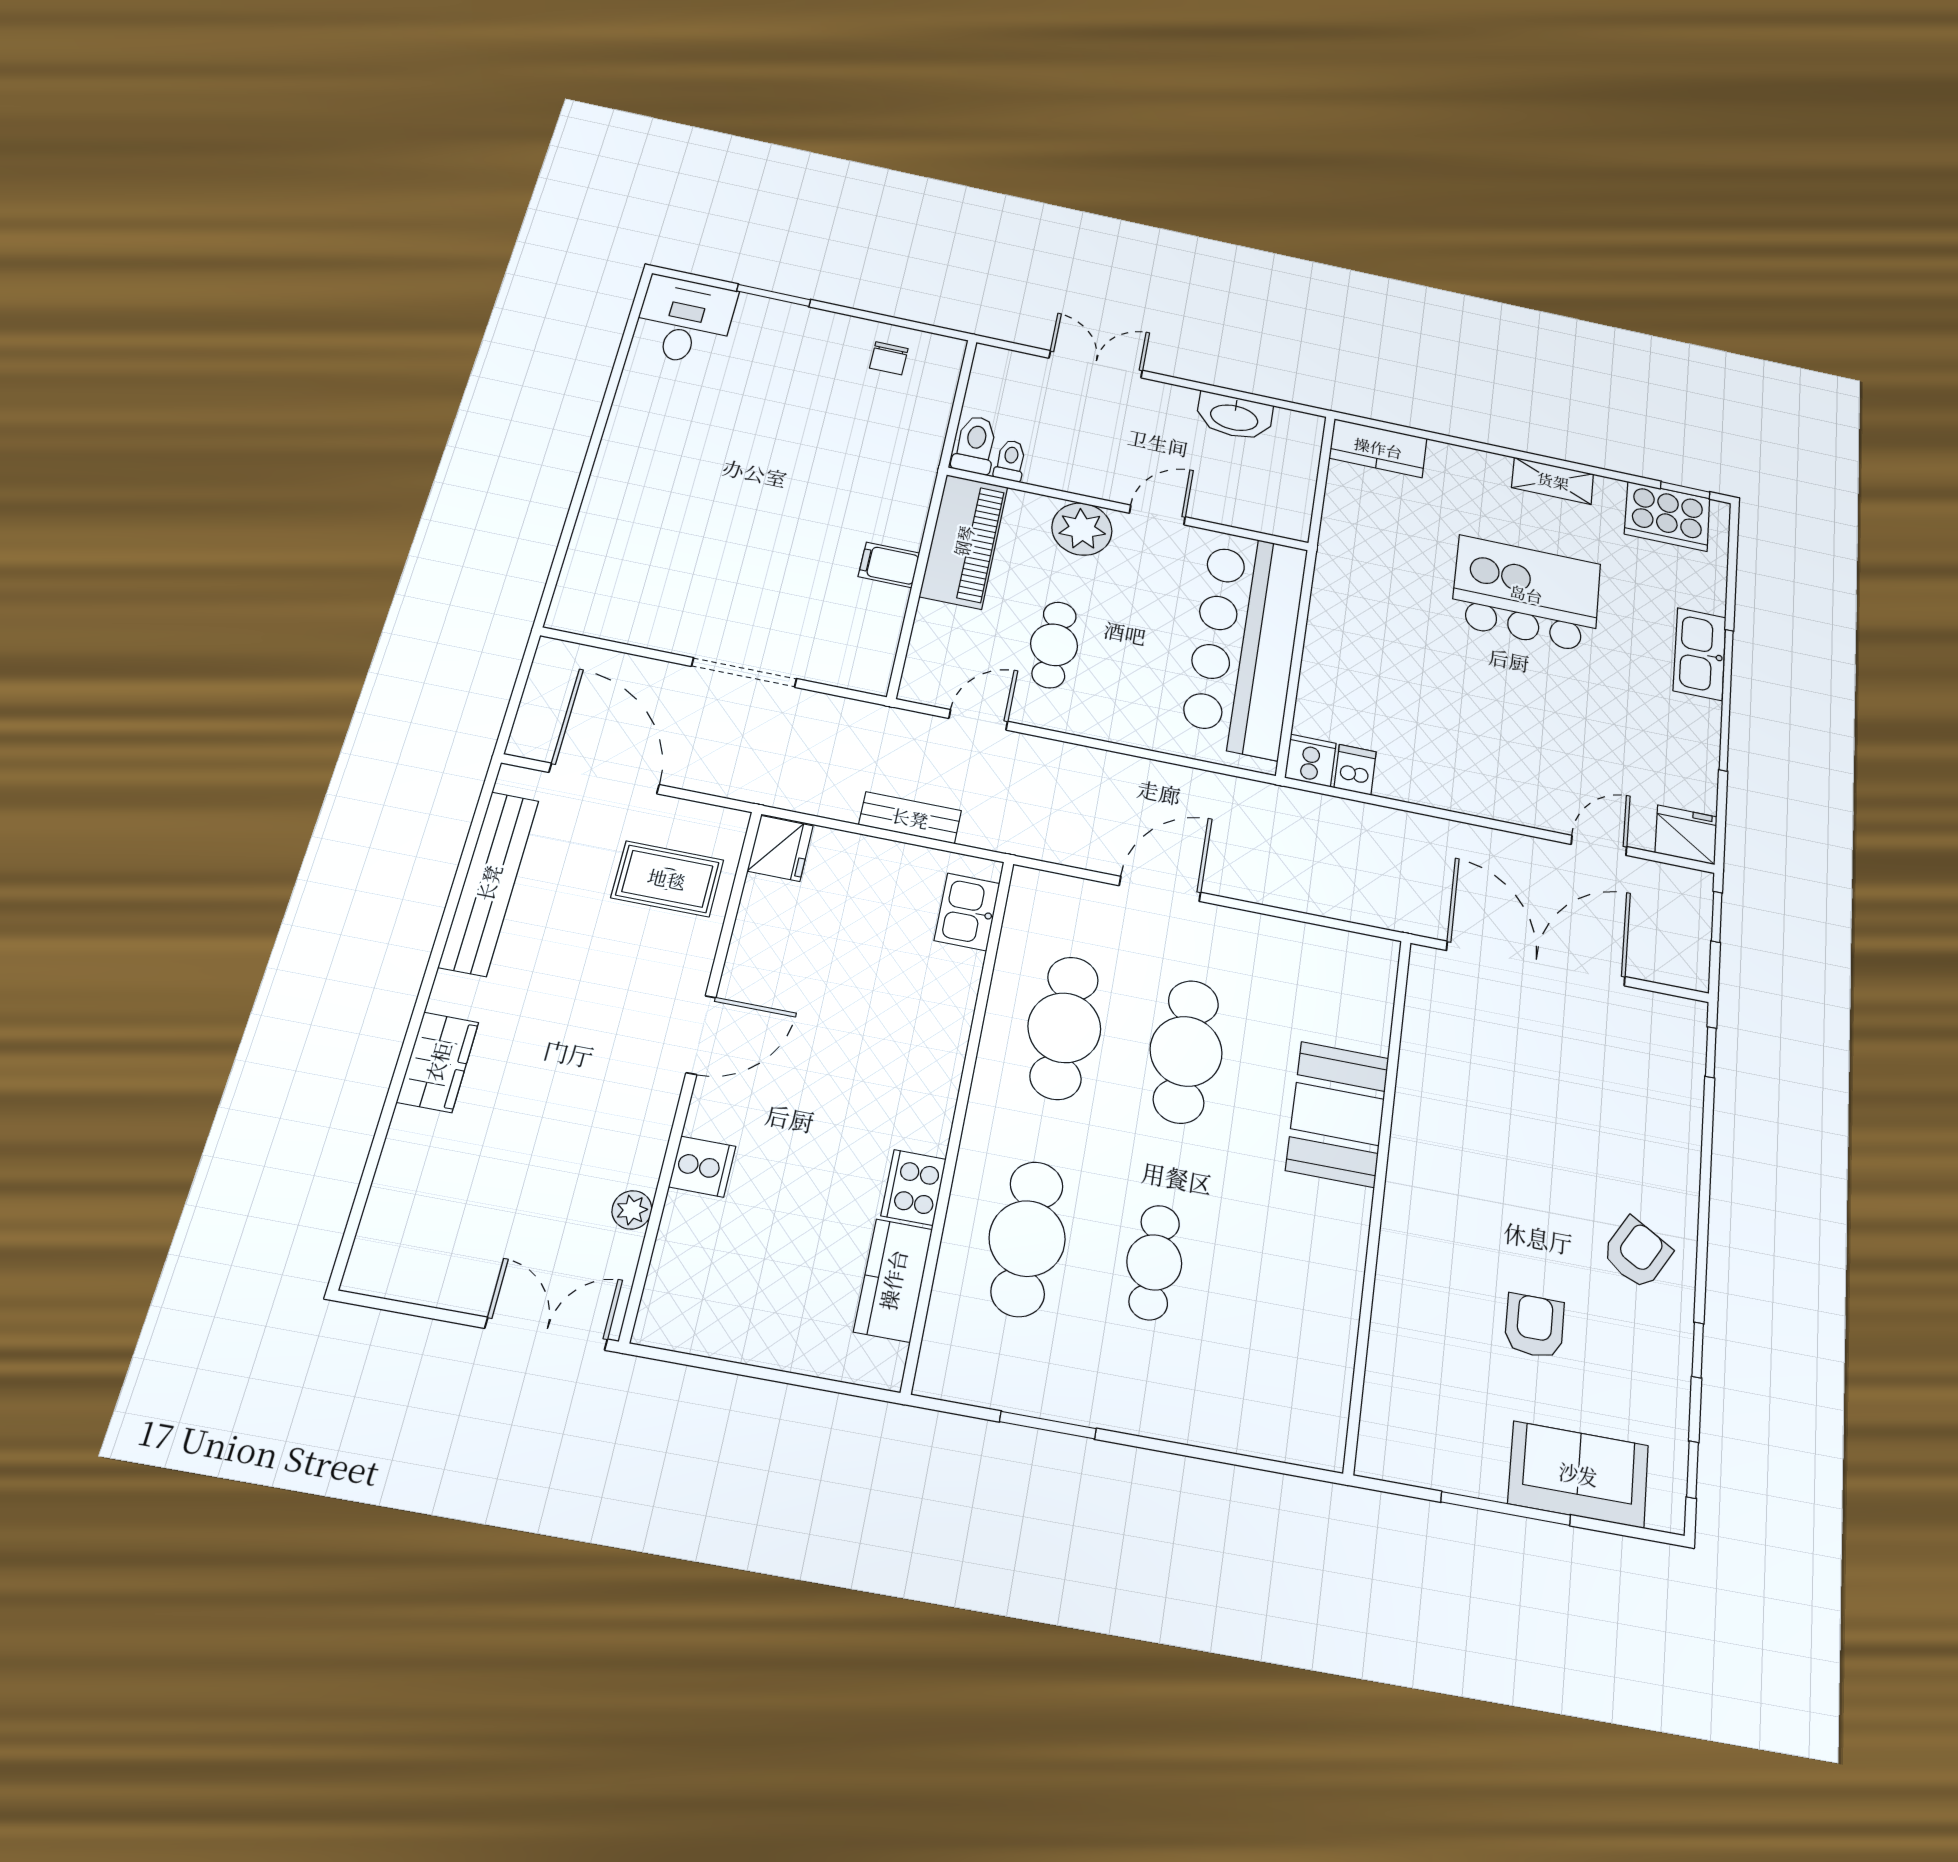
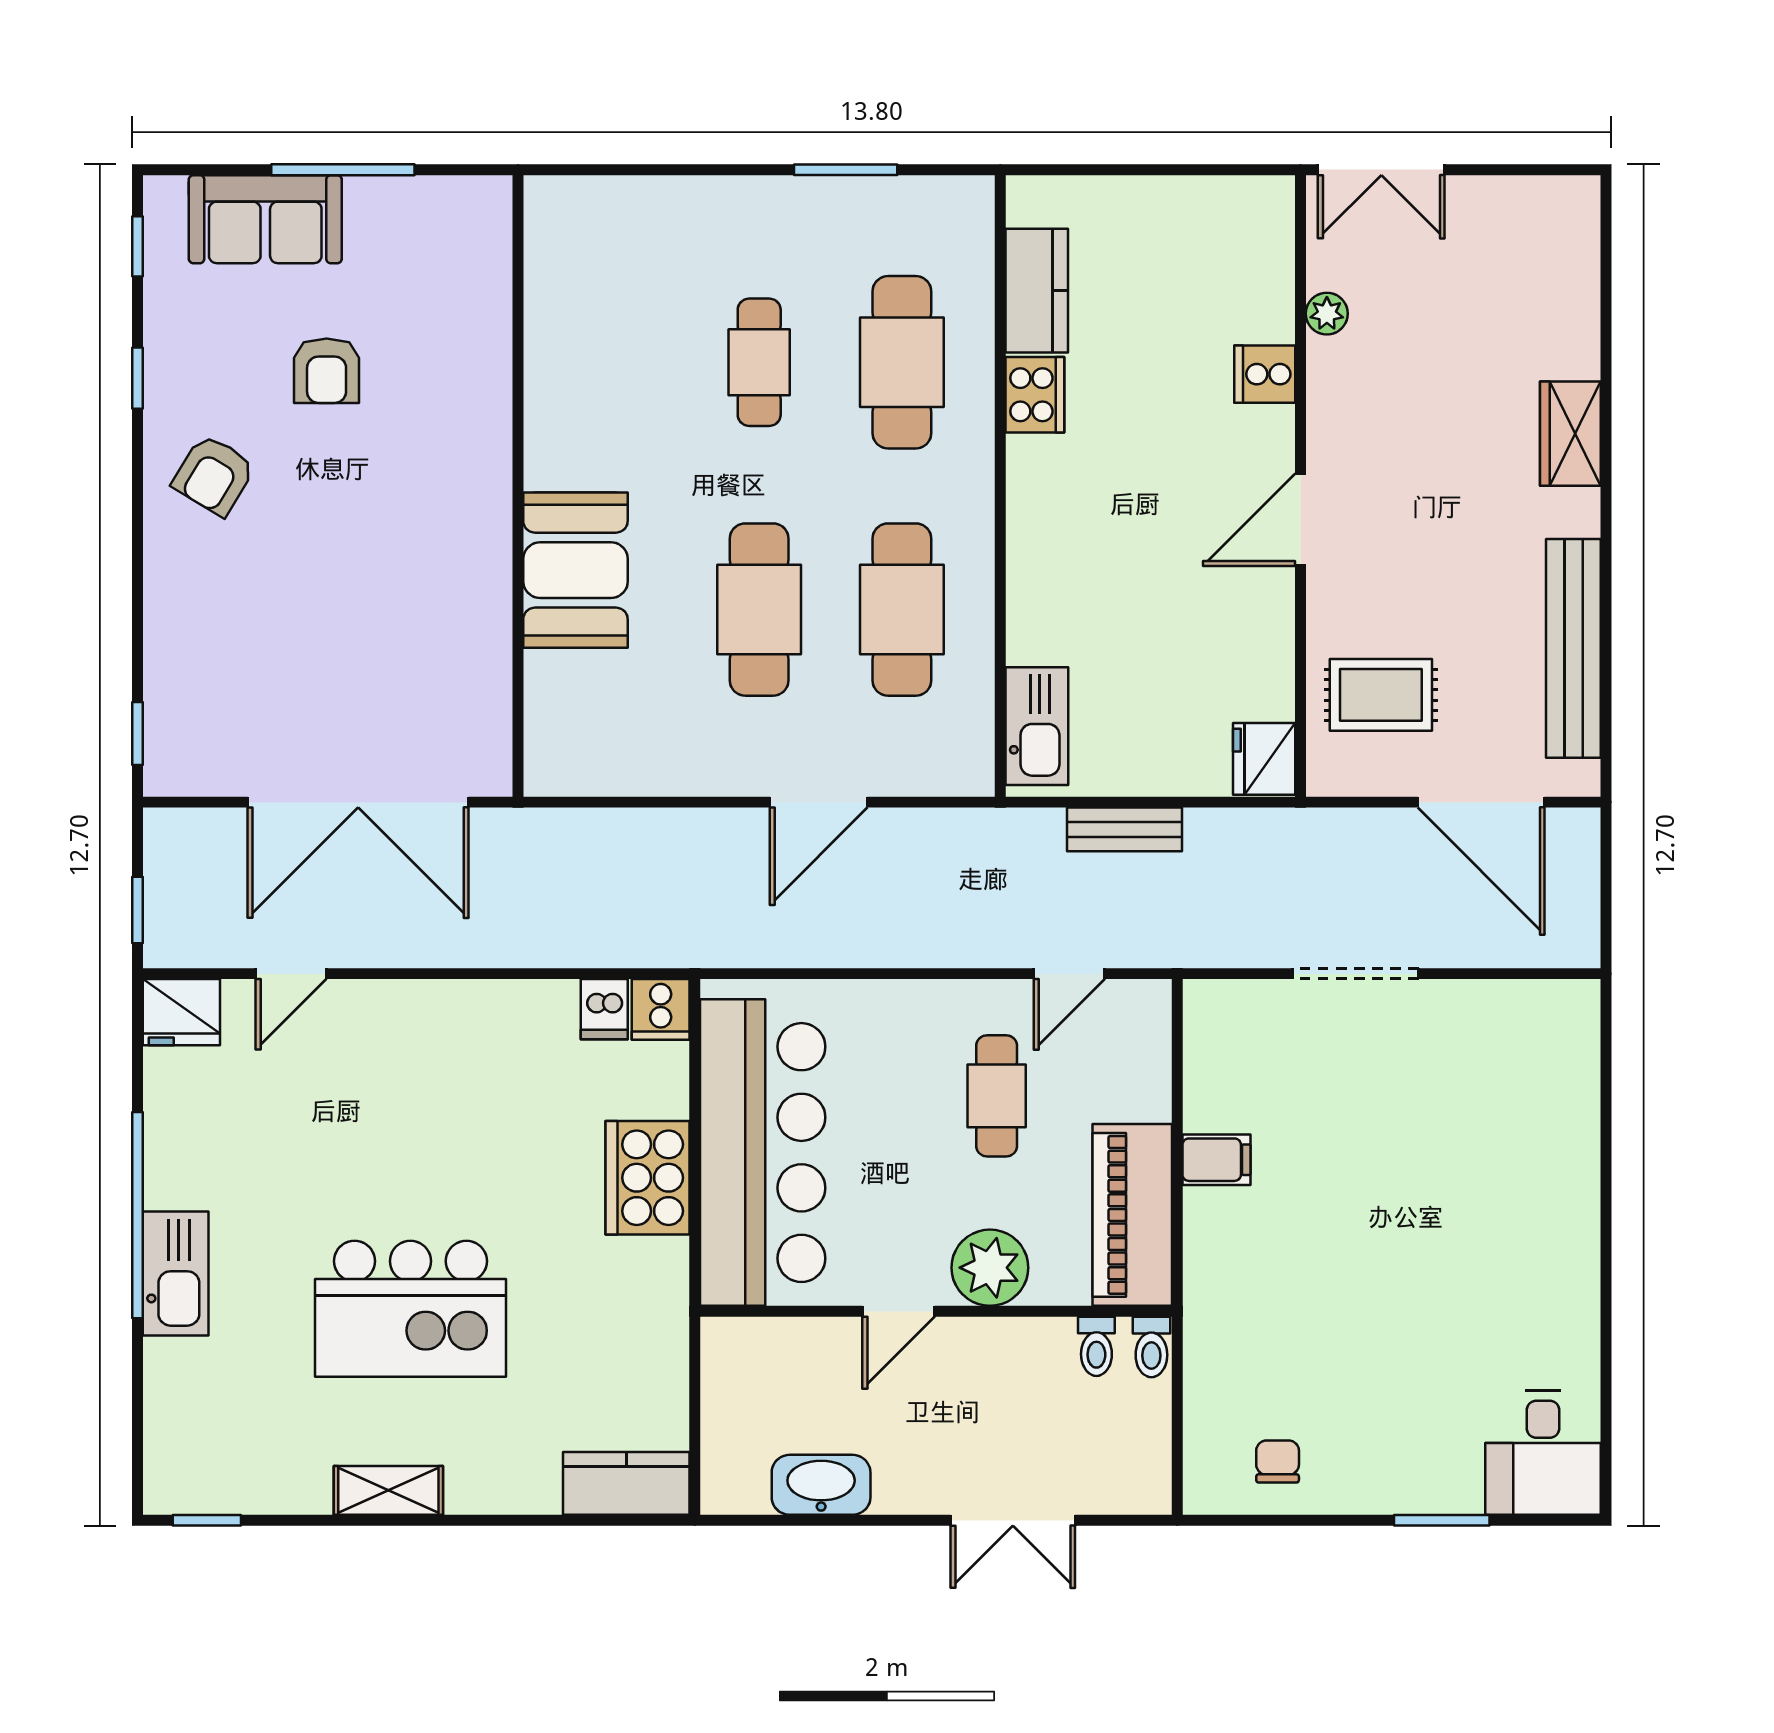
toilet: (975, 445) -> (1151, 1347), width x0.73, depth x0.72
cooker: (1667, 516) -> (648, 1178), moved, turned -90
kitchen sink: (967, 912) -> (1037, 726), width x1.38

